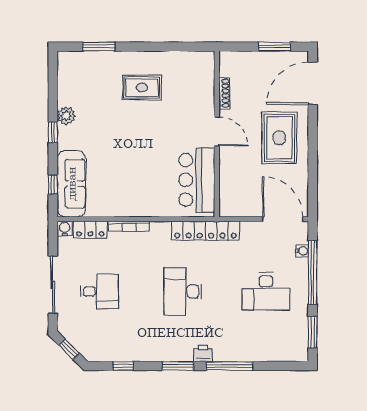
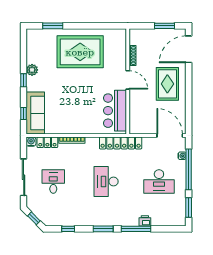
rug: (142, 87) -> (80, 52), width x1.86, depth x2.06
desk: (100, 291) -> (53, 182), turned -90
printer: (203, 353) -> (145, 221), moved

